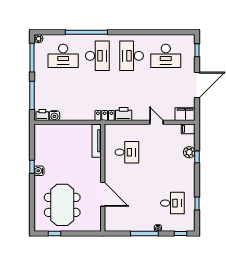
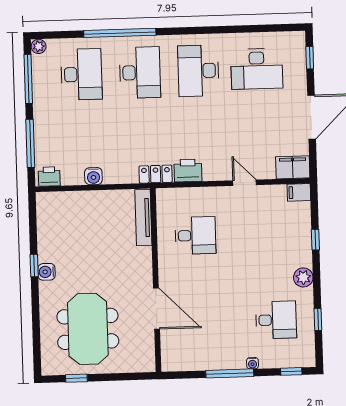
desk: (63, 56) -> (81, 74), turned -90
water cooler: (54, 116) -> (93, 176), moved
plant: (189, 152) -> (303, 277), moved

